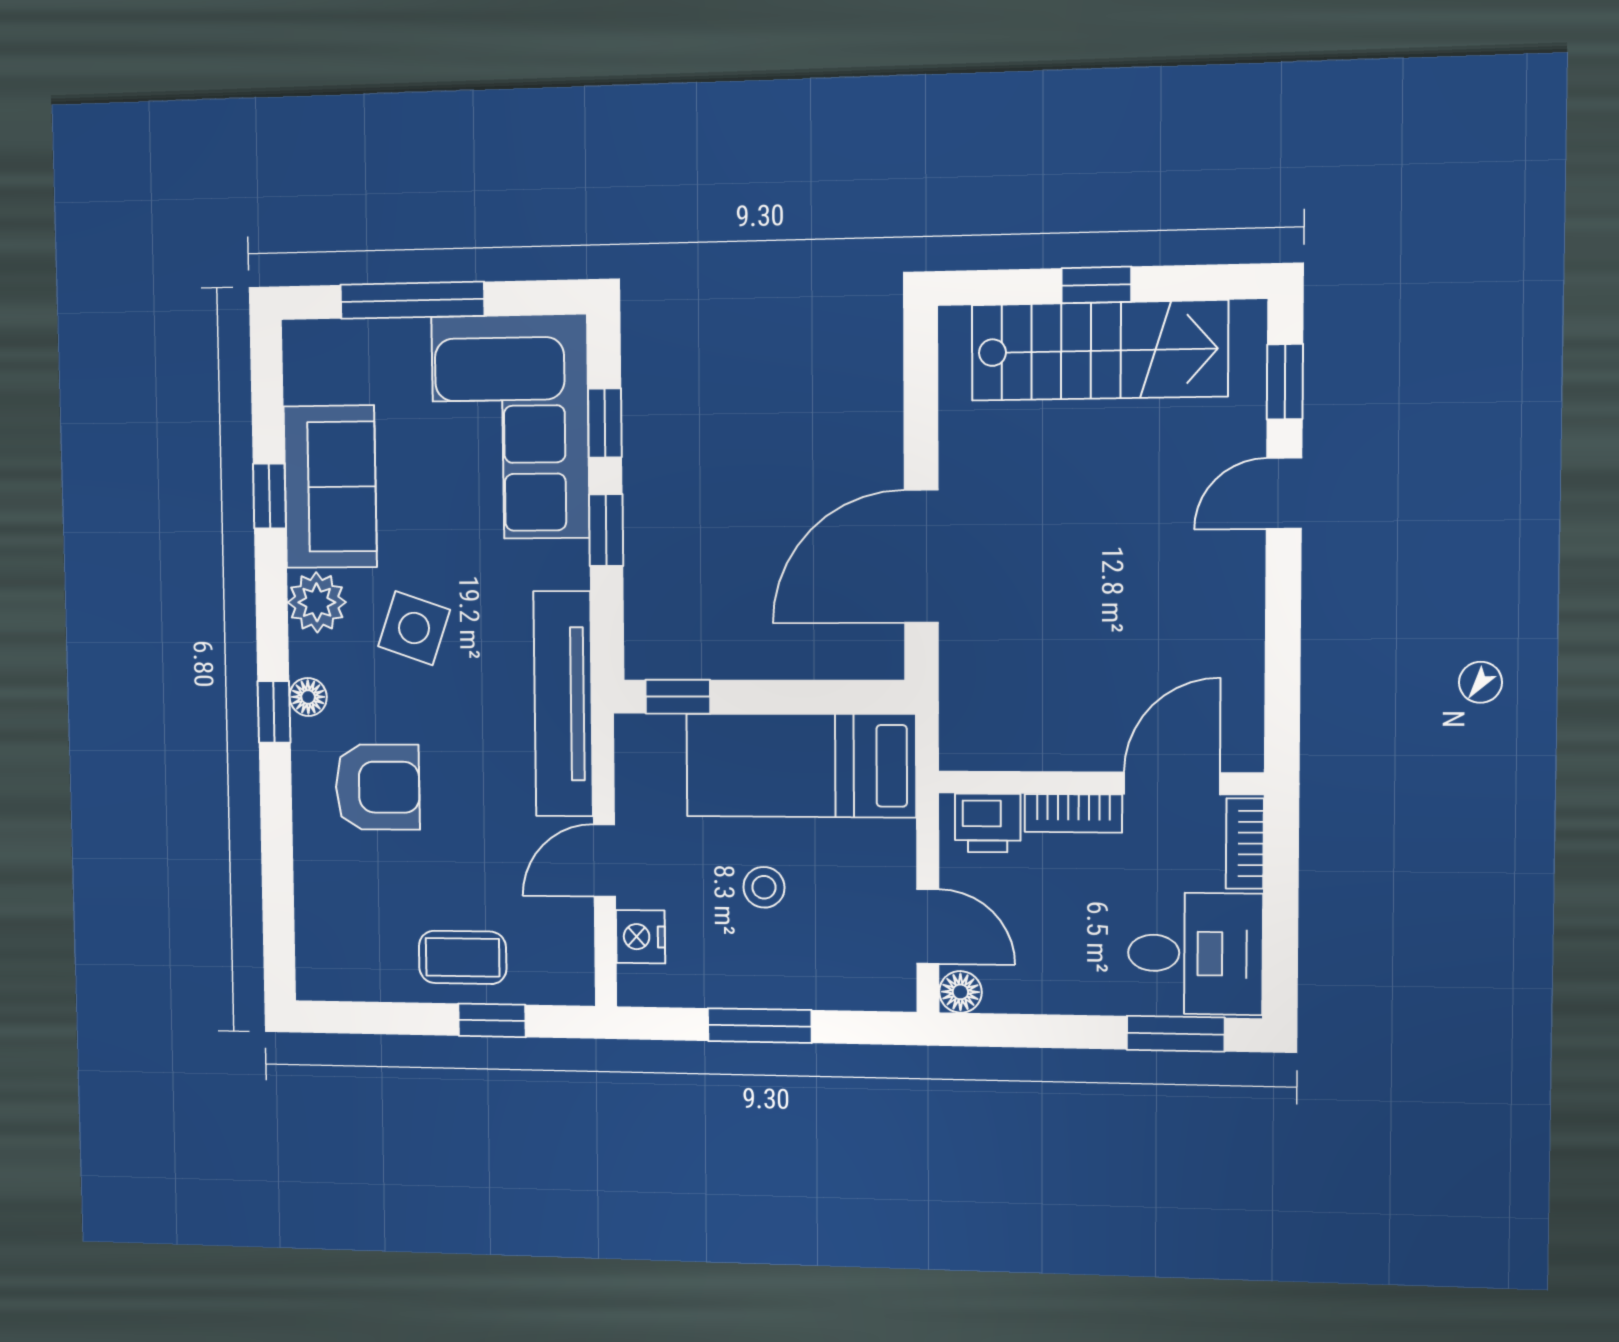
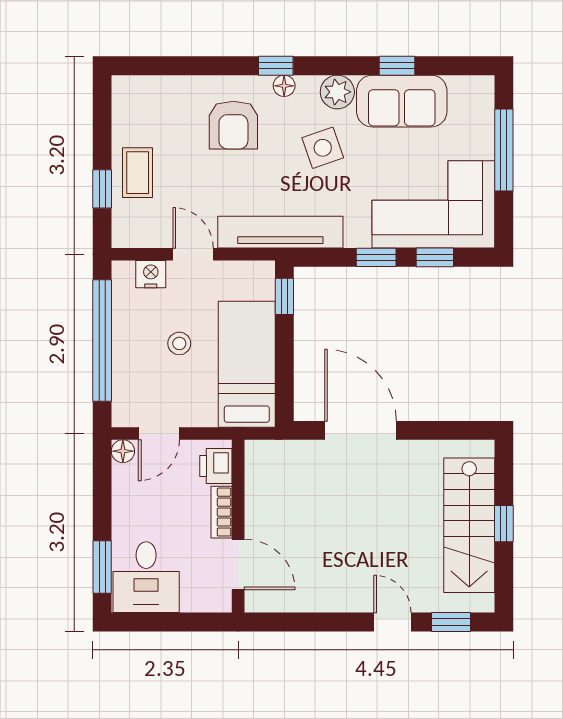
side table: (414, 628) -> (323, 148), turned -38
bookcase: (1245, 844) -> (206, 603), removed
window: (760, 1026) -> (102, 341), width x2.11

